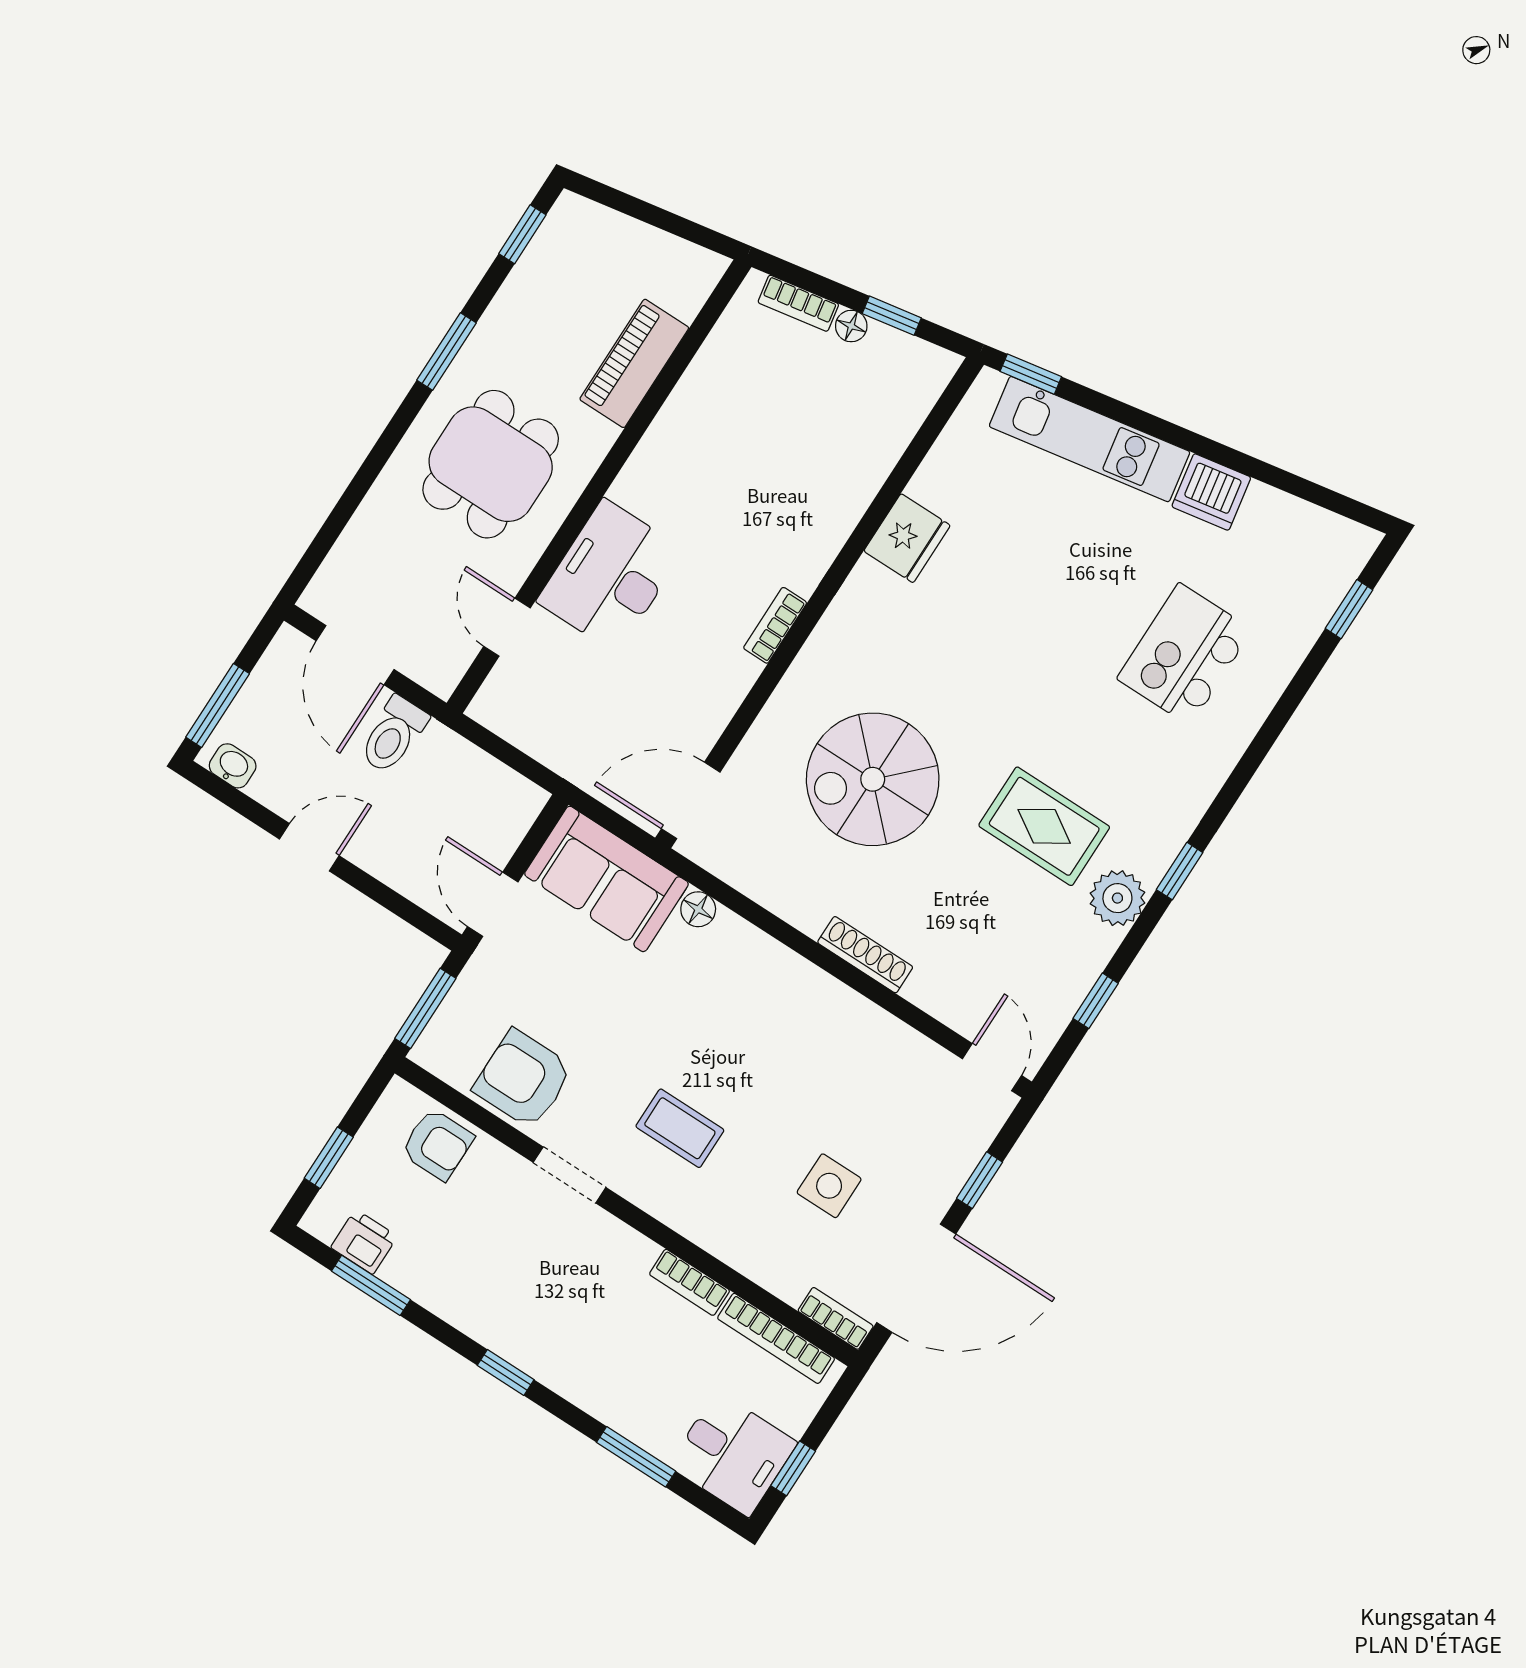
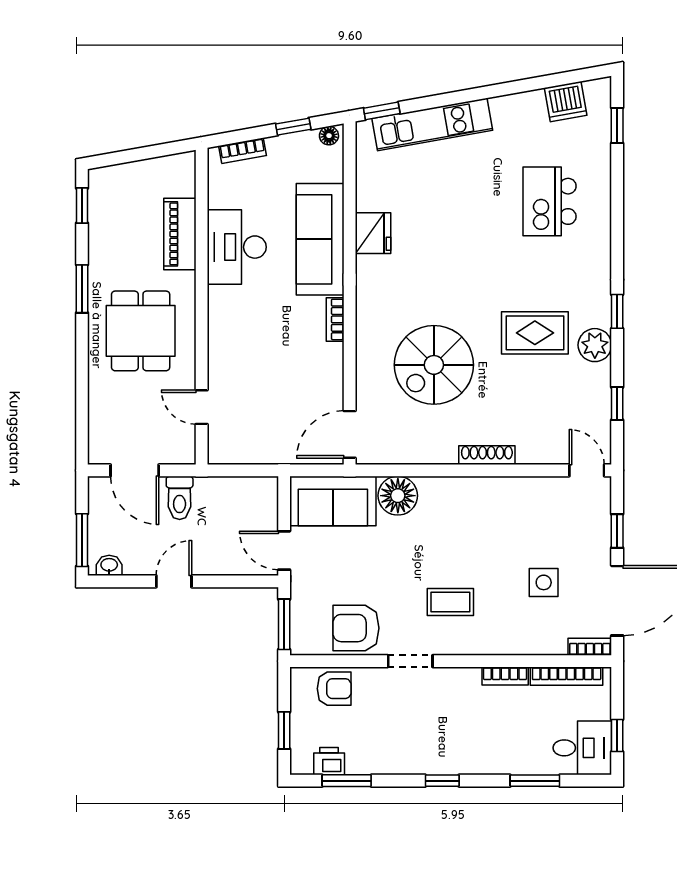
floor lamp: (851, 326) -> (329, 136), moved
dishwasher: (1211, 492) -> (566, 102), moved
sofa: (827, 499) -> (320, 239), added
desk: (610, 576) -> (237, 247), moved
floor lamp: (698, 909) -> (398, 496), width x1.89, depth x1.89

